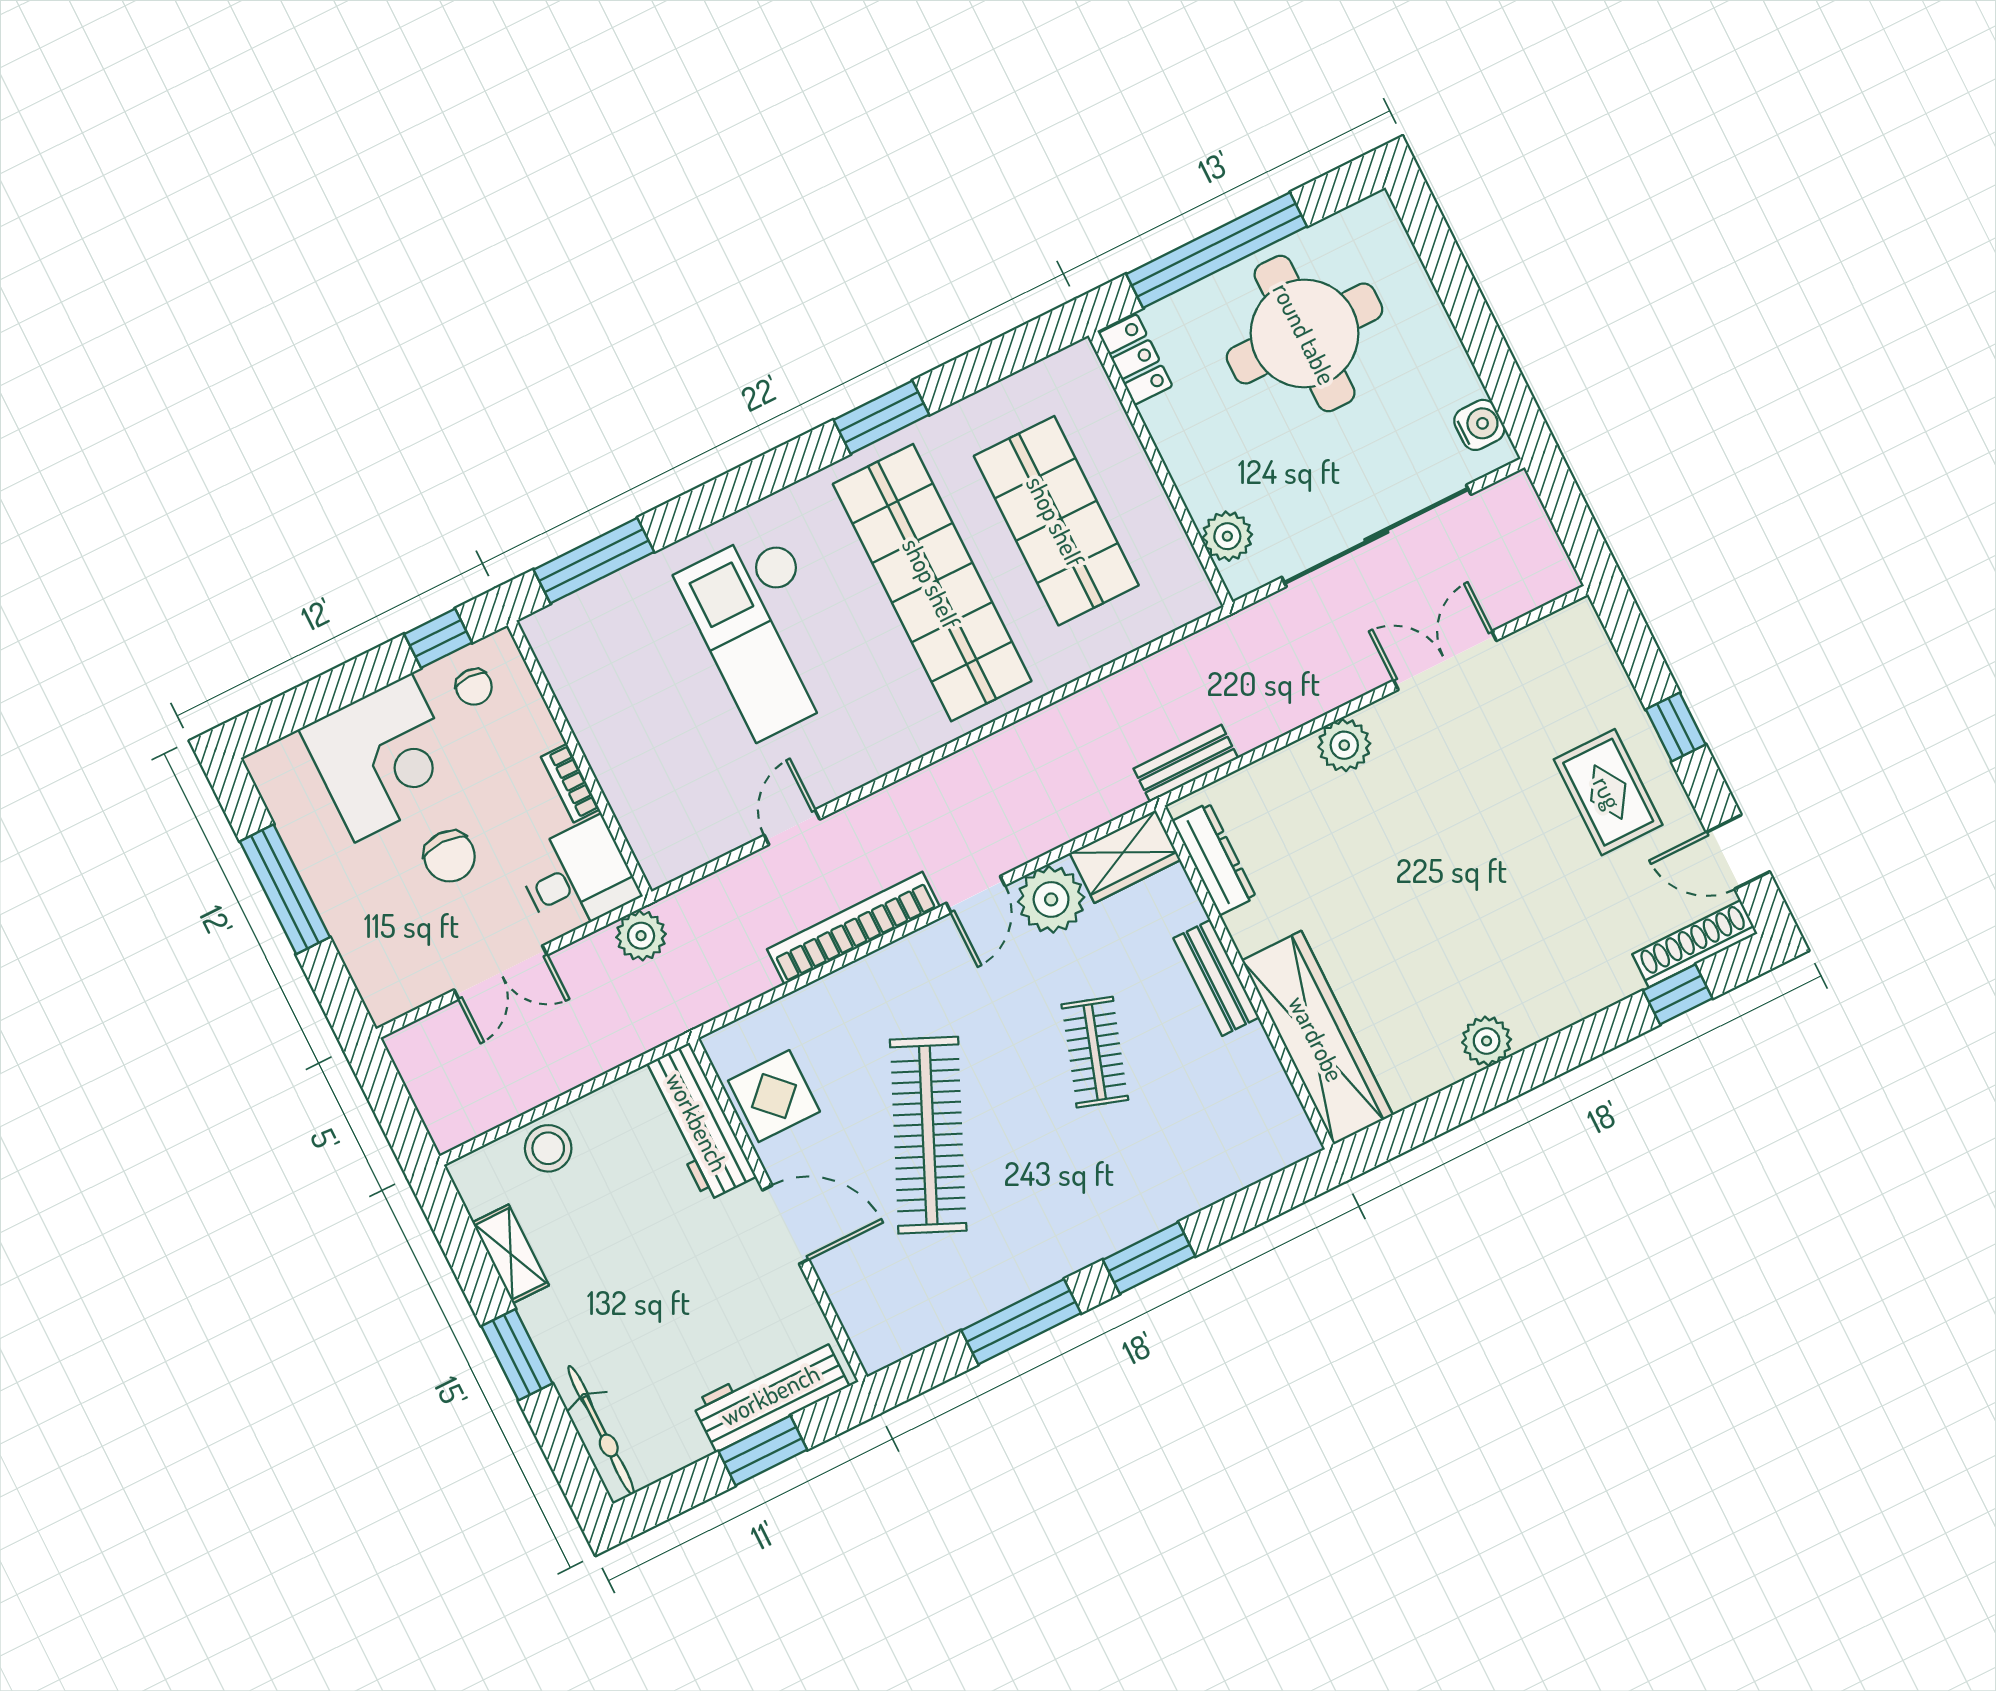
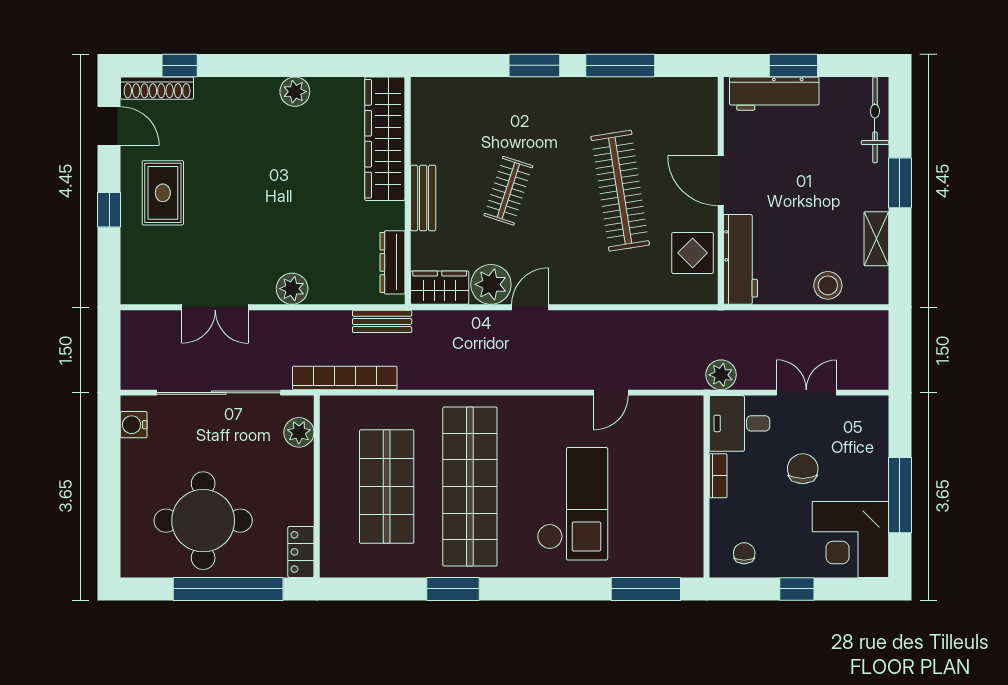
window: (438, 638) -> (797, 589), moved
corner desk: (383, 758) -> (851, 540), moved, turned -90
bookcase: (853, 928) -> (345, 378), moved, turned 180
clothes rail: (928, 1135) -> (620, 191), turned -33

